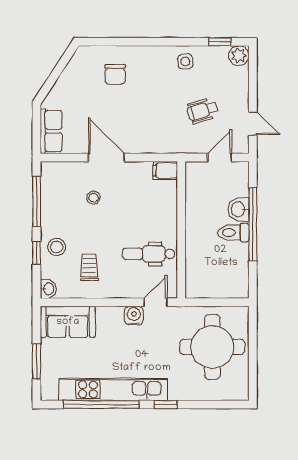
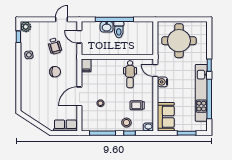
chair: (115, 74) -> (55, 72), moved

